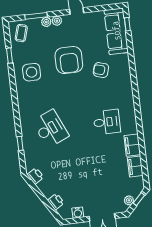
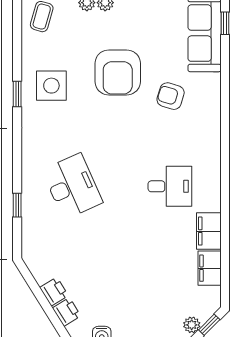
window: (10, 56) -> (17, 94), moved
printer: (35, 176) -> (54, 292), moved

